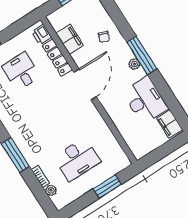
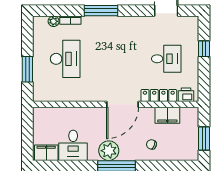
plant: (134, 64) -> (109, 151), width x1.88, depth x1.88
door: (85, 84) -> (123, 104), hinge flipped
desk: (145, 100) -> (73, 145), width x0.73
desk: (77, 159) -> (65, 59), turned 180

